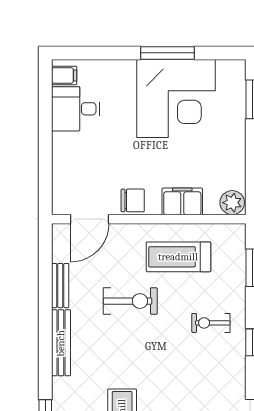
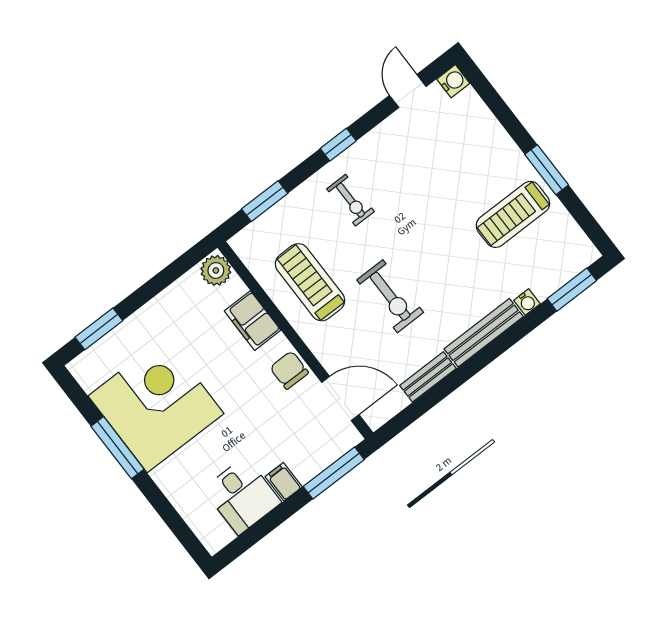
filing cabinet: (64, 75) -> (284, 482), moved
window: (45, 178) -> (334, 473), added
treadmill: (178, 257) -> (310, 282), turned 180
exercise bike: (130, 301) -> (390, 296), turned 180
water cooler: (59, 385) -> (527, 302), added

